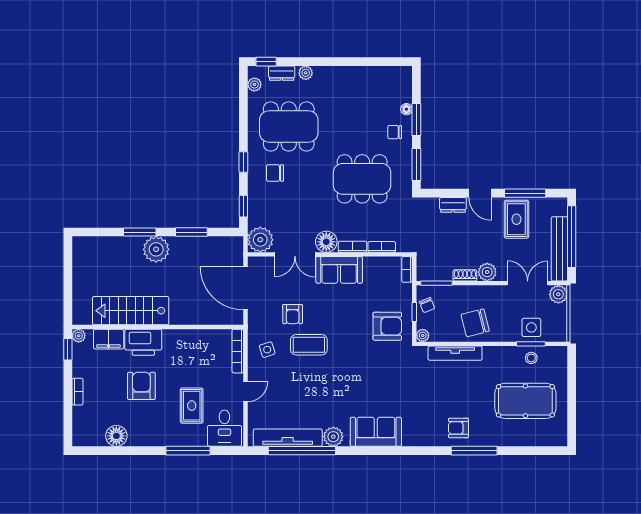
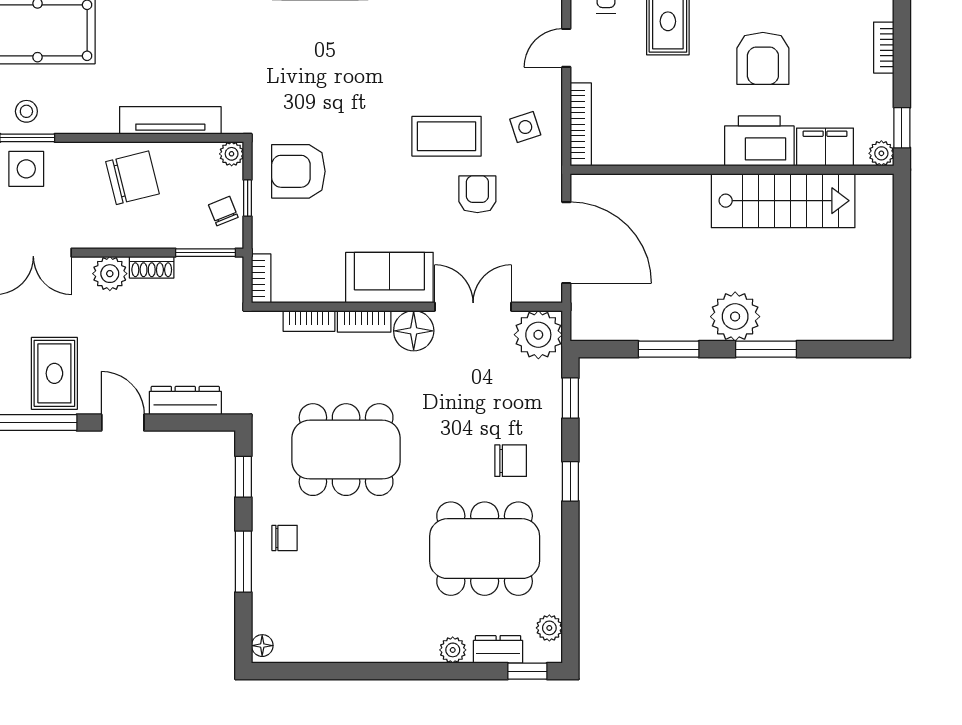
floor lamp: (406, 109) -> (262, 646), moved
window: (416, 165) -> (243, 477), width x0.67
dresser: (453, 205) -> (185, 400), width x1.44

